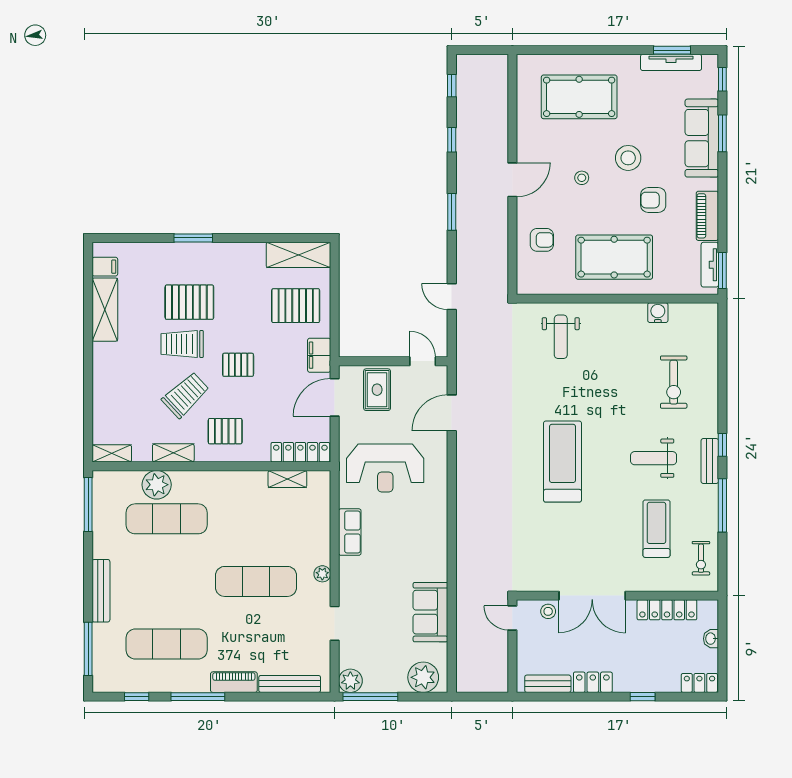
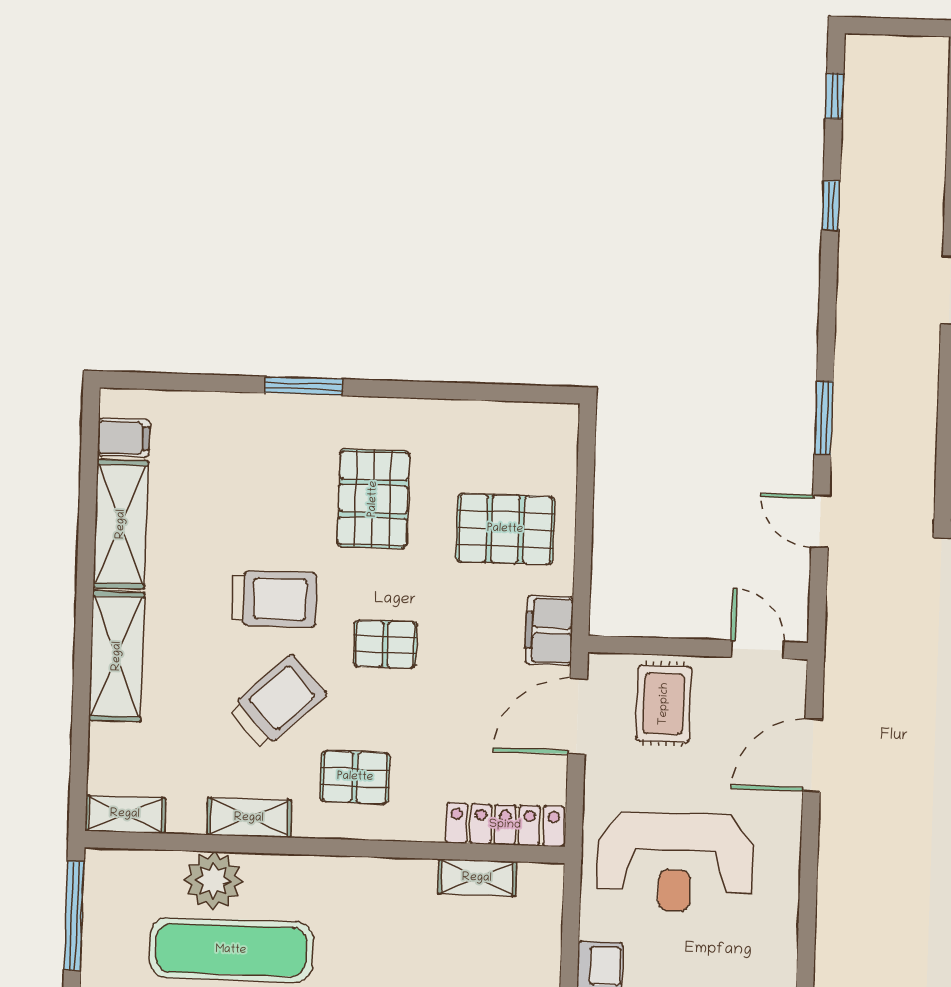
window: (452, 212) -> (824, 418), moved
shelving: (298, 255) -> (117, 656), moved, turned 90
pallet: (189, 302) -> (373, 499), moved, turned 90
trolley: (182, 344) -> (274, 599), turned 180

